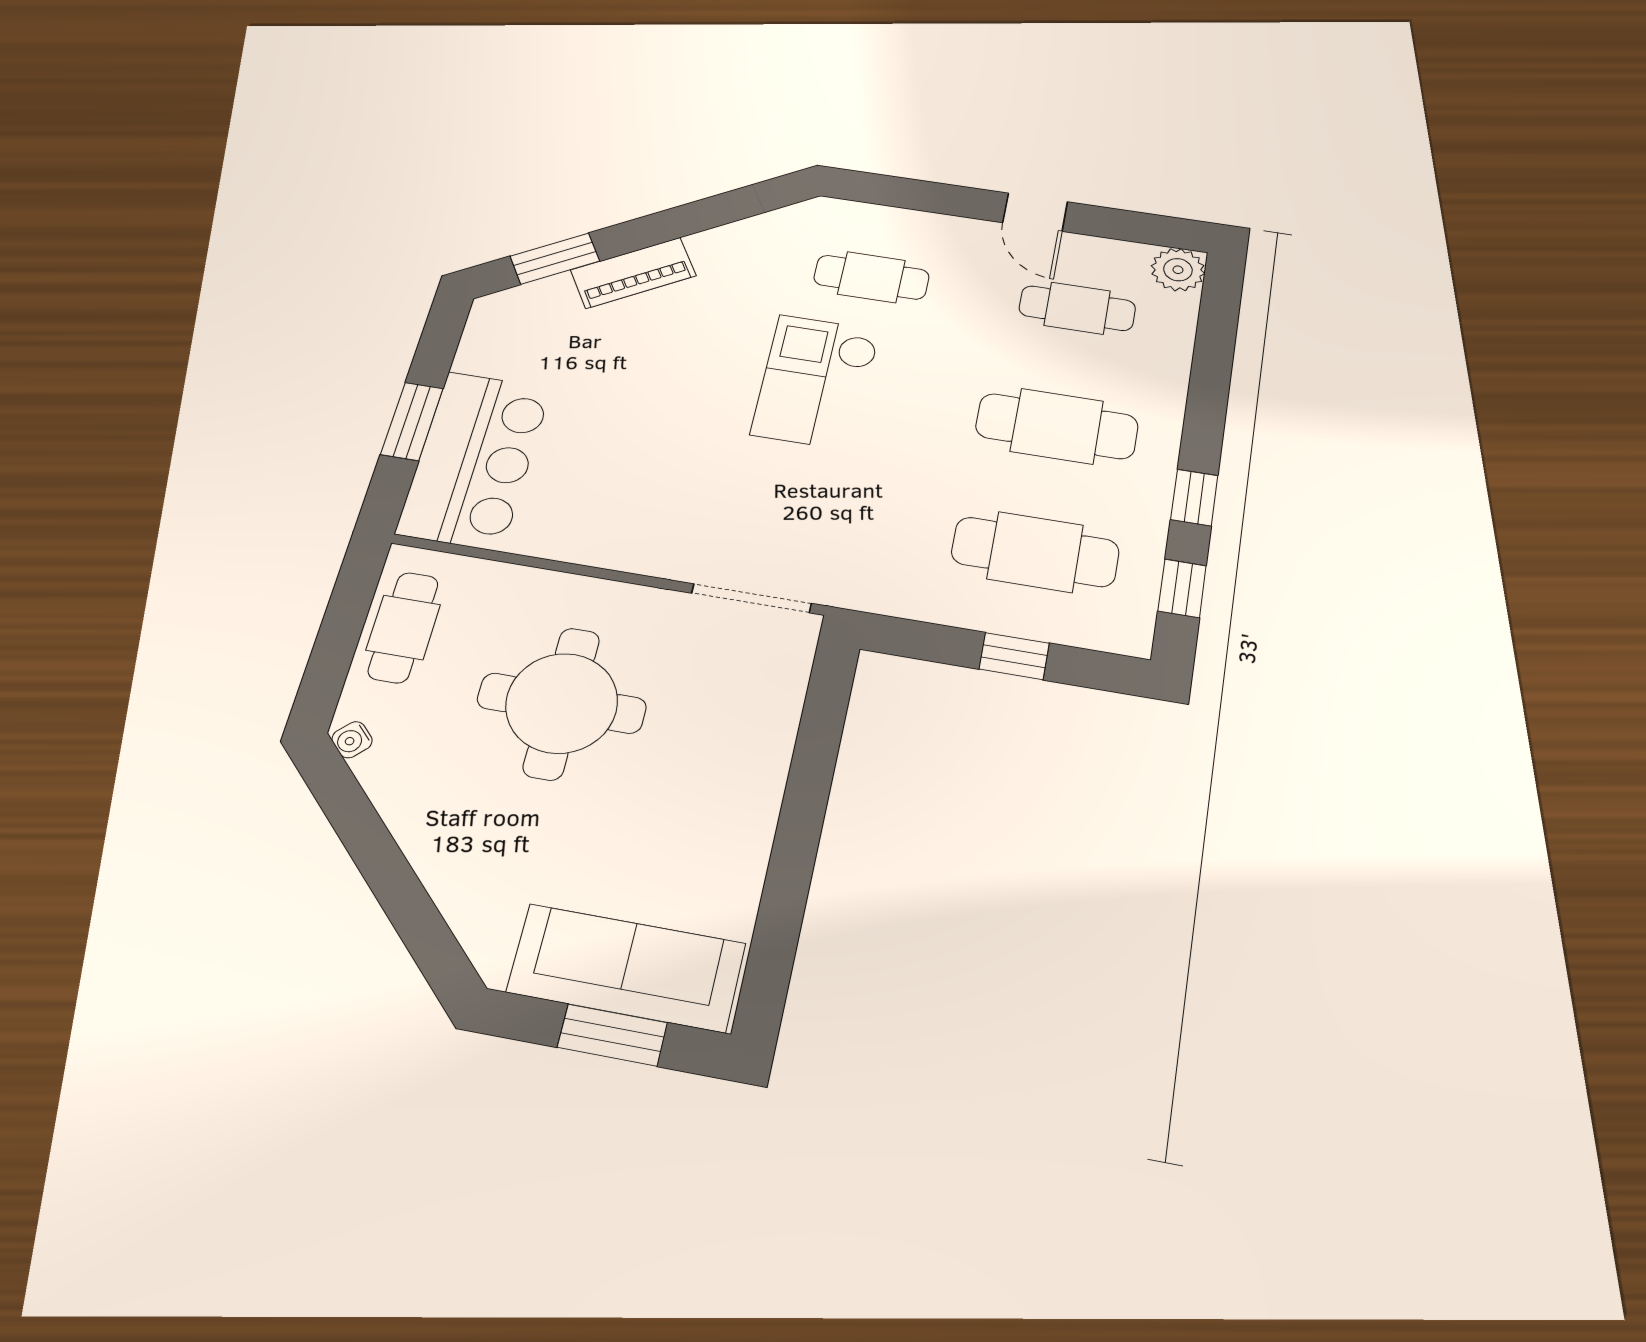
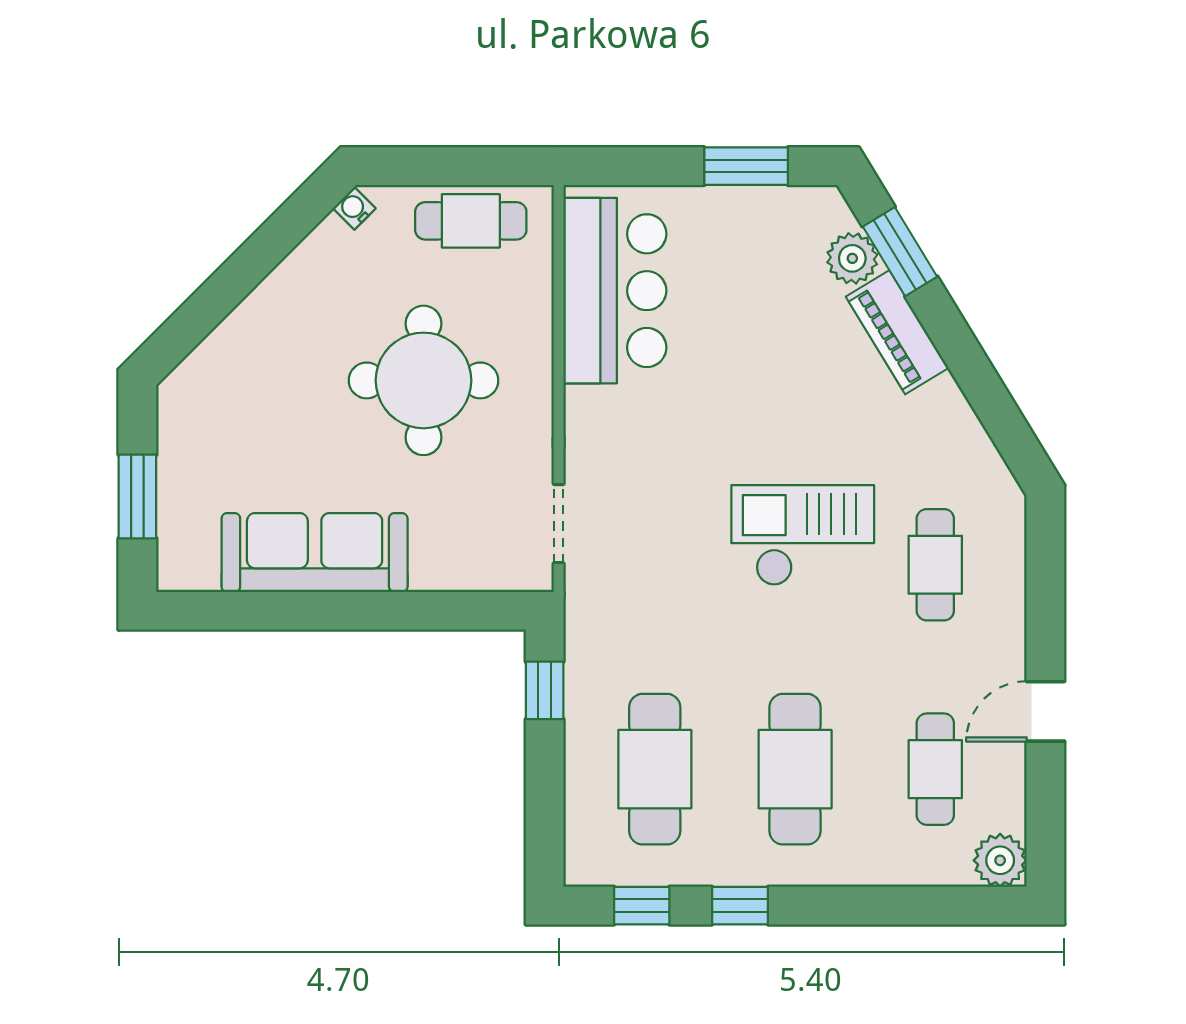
plant: (549, 298) -> (852, 258), added
window: (412, 421) -> (746, 166), moved
bar counter: (474, 460) -> (615, 291), moved, turned -90
doorway: (751, 598) -> (559, 524), width x0.73
window: (1014, 656) -> (545, 690), moved
sofa: (626, 968) -> (315, 553), moved, turned -90

